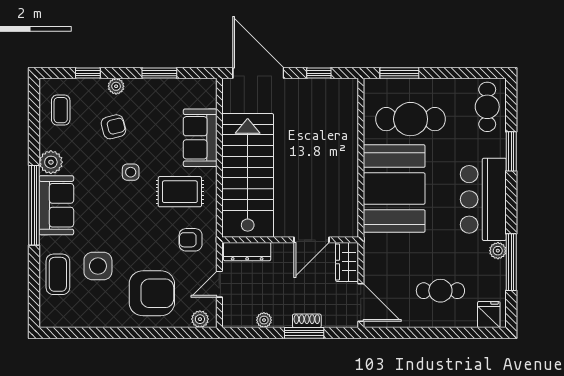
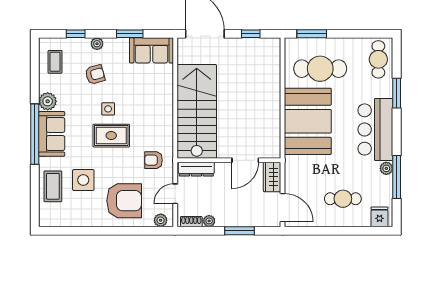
sofa: (200, 138) -> (151, 50), moved, turned -90
rug: (180, 192) -> (111, 136), moved
shoe rack: (307, 321) -> (191, 222), moved

